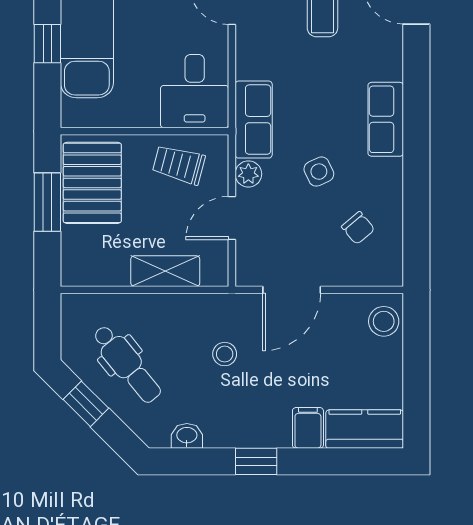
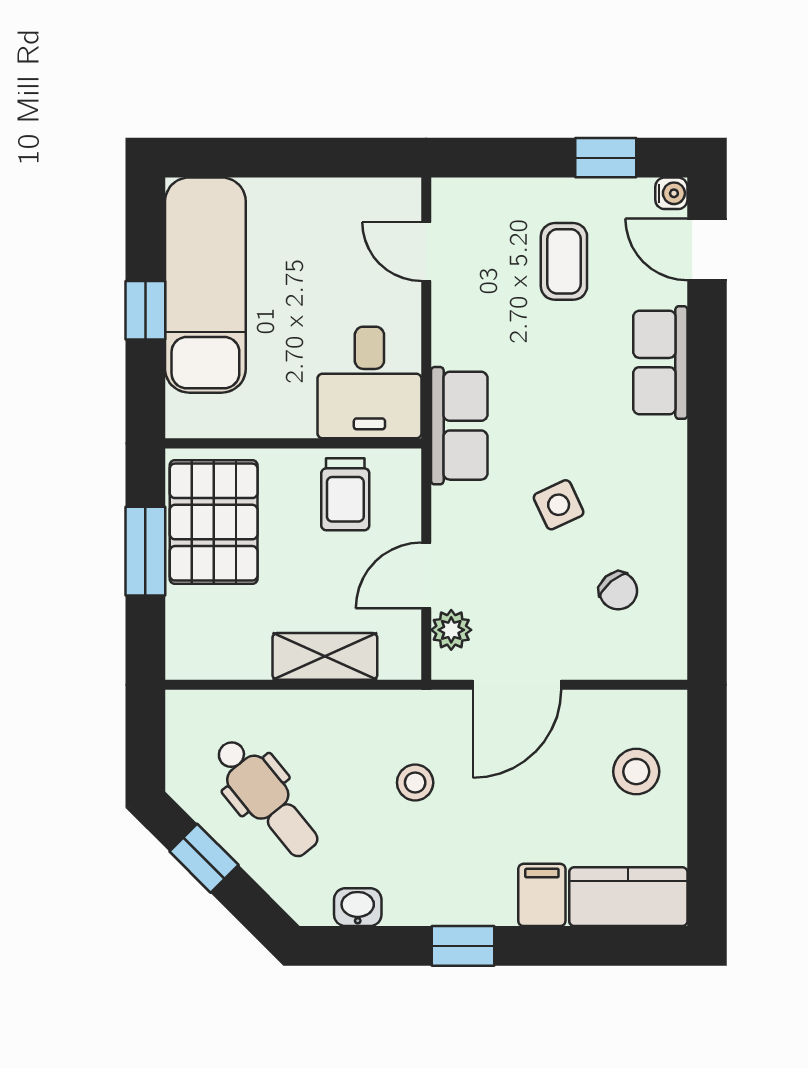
row of seats: (386, 119) -> (660, 363), moved
trolley: (179, 165) -> (345, 494), turned -105
plant: (248, 174) -> (451, 630), moved
stool: (384, 321) -> (636, 772), moved

